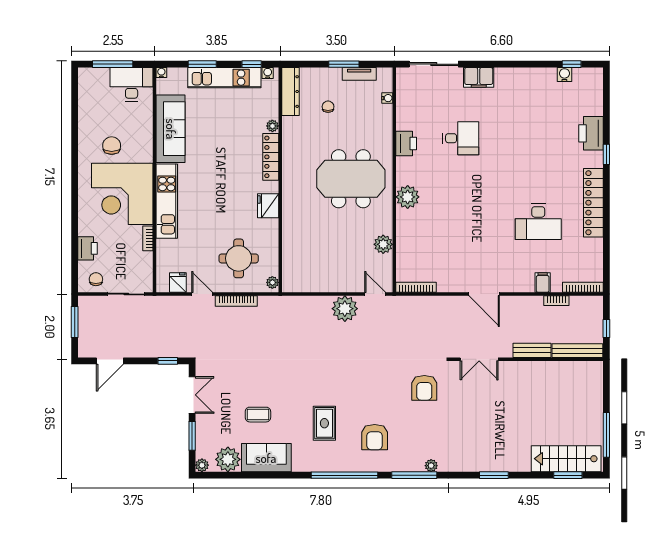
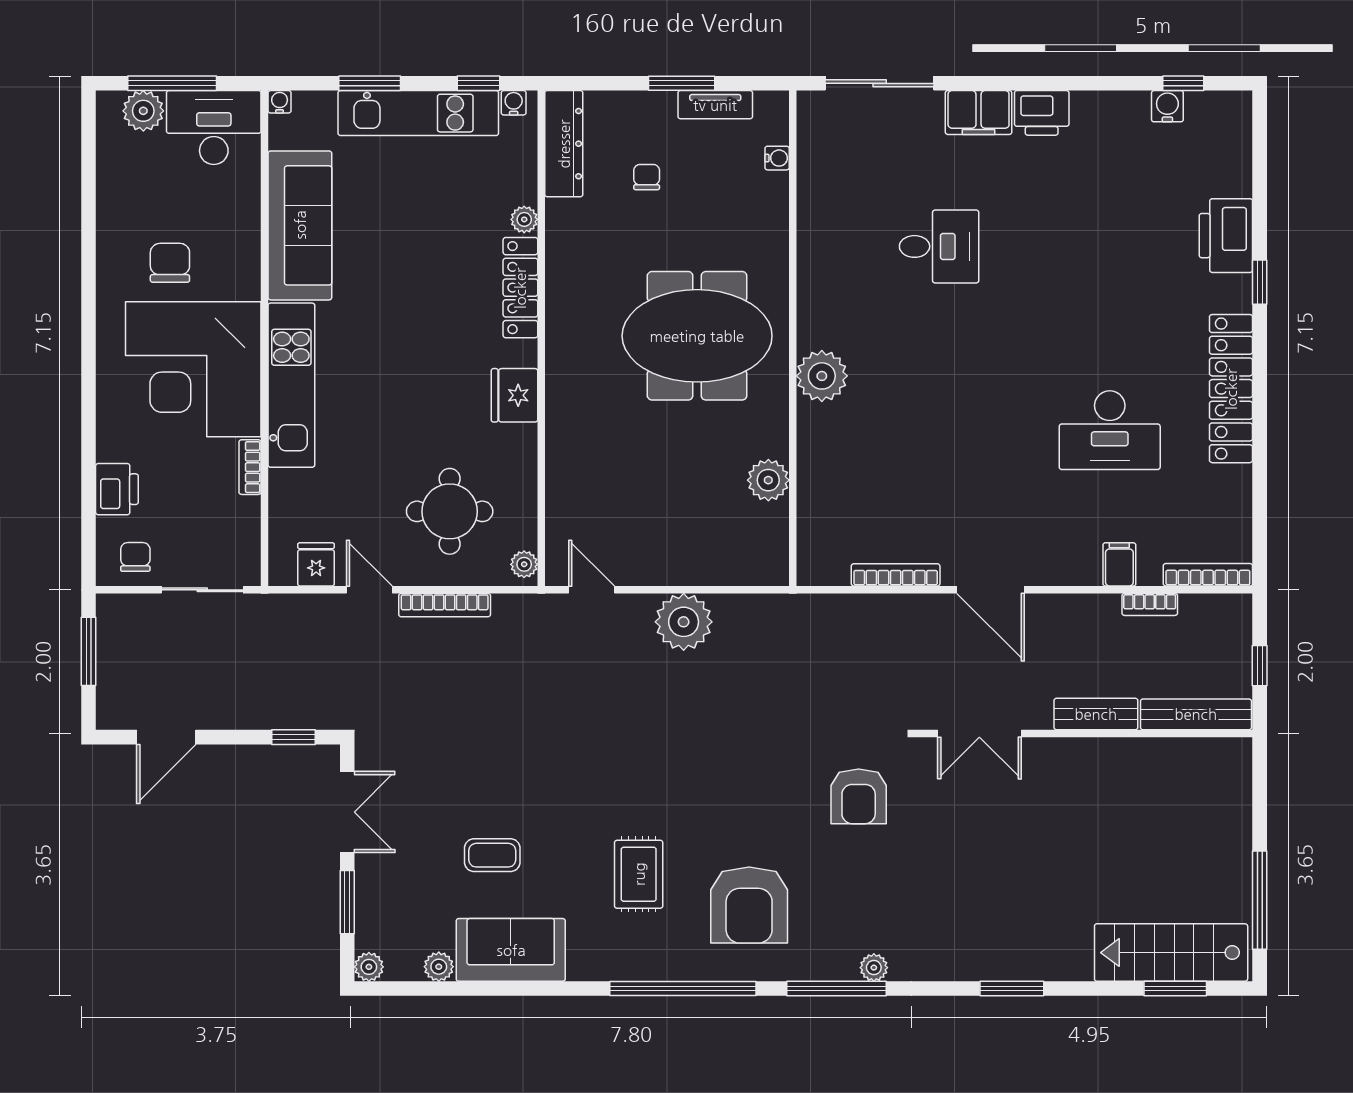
plant: (100, 77) -> (143, 111), added
printer: (406, 143) -> (1042, 113), moved, turned 90
bookcase: (416, 287) -> (896, 575), moved
door: (375, 294) -> (592, 590), moved
armchair: (375, 437) -> (749, 905), width x1.36, depth x1.36
plant: (228, 459) -> (439, 967), width x0.53, depth x0.53

